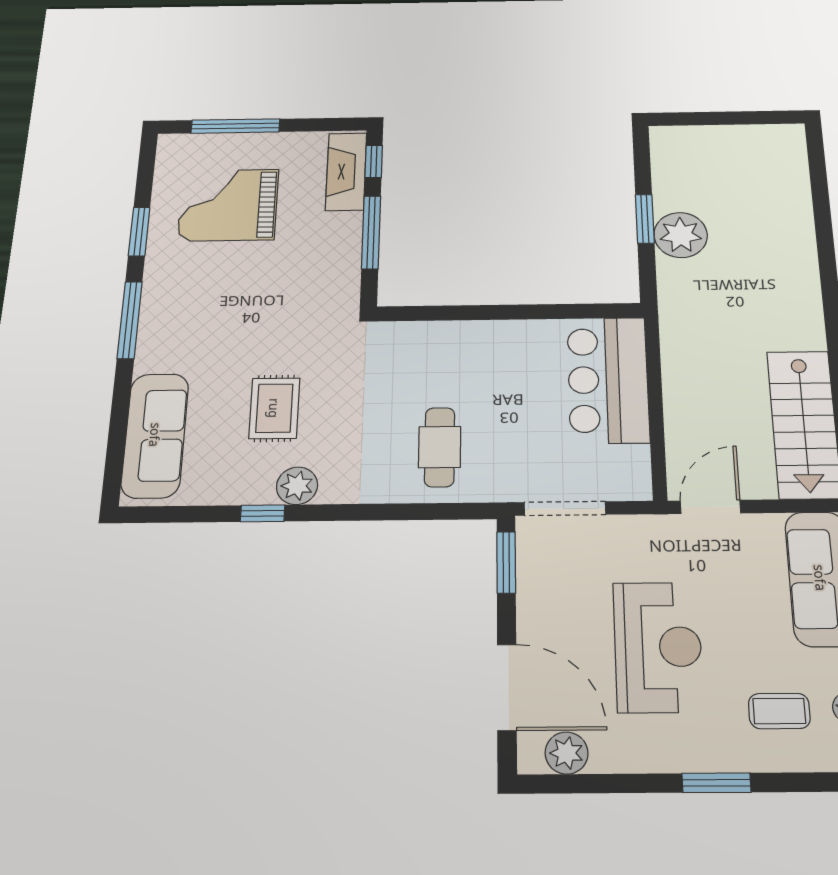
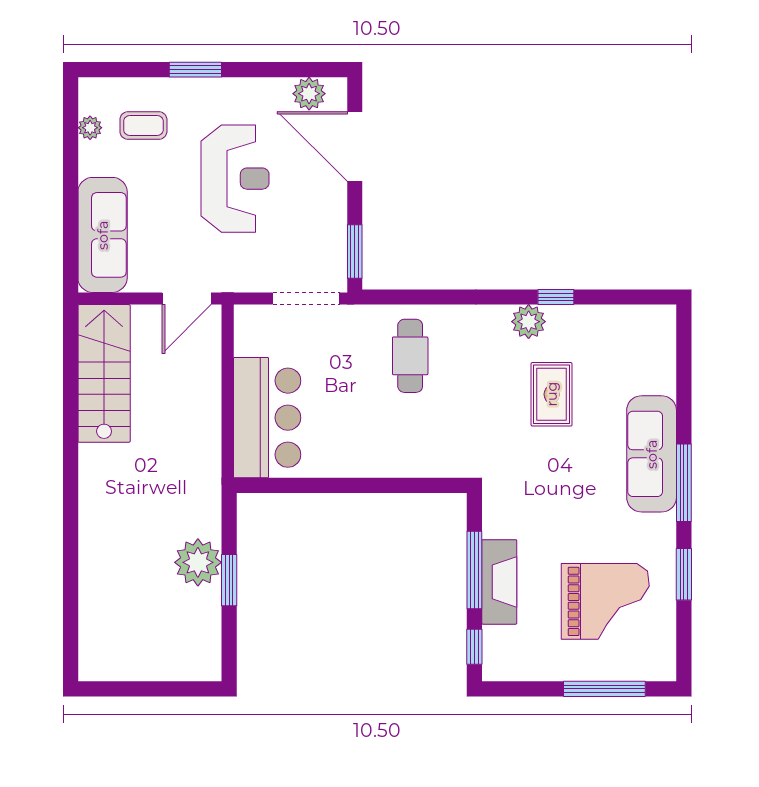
fireplace: (346, 172) -> (499, 582), moved
sofa: (155, 435) -> (652, 454), moved
reception desk: (658, 647) -> (235, 179), turned 180

